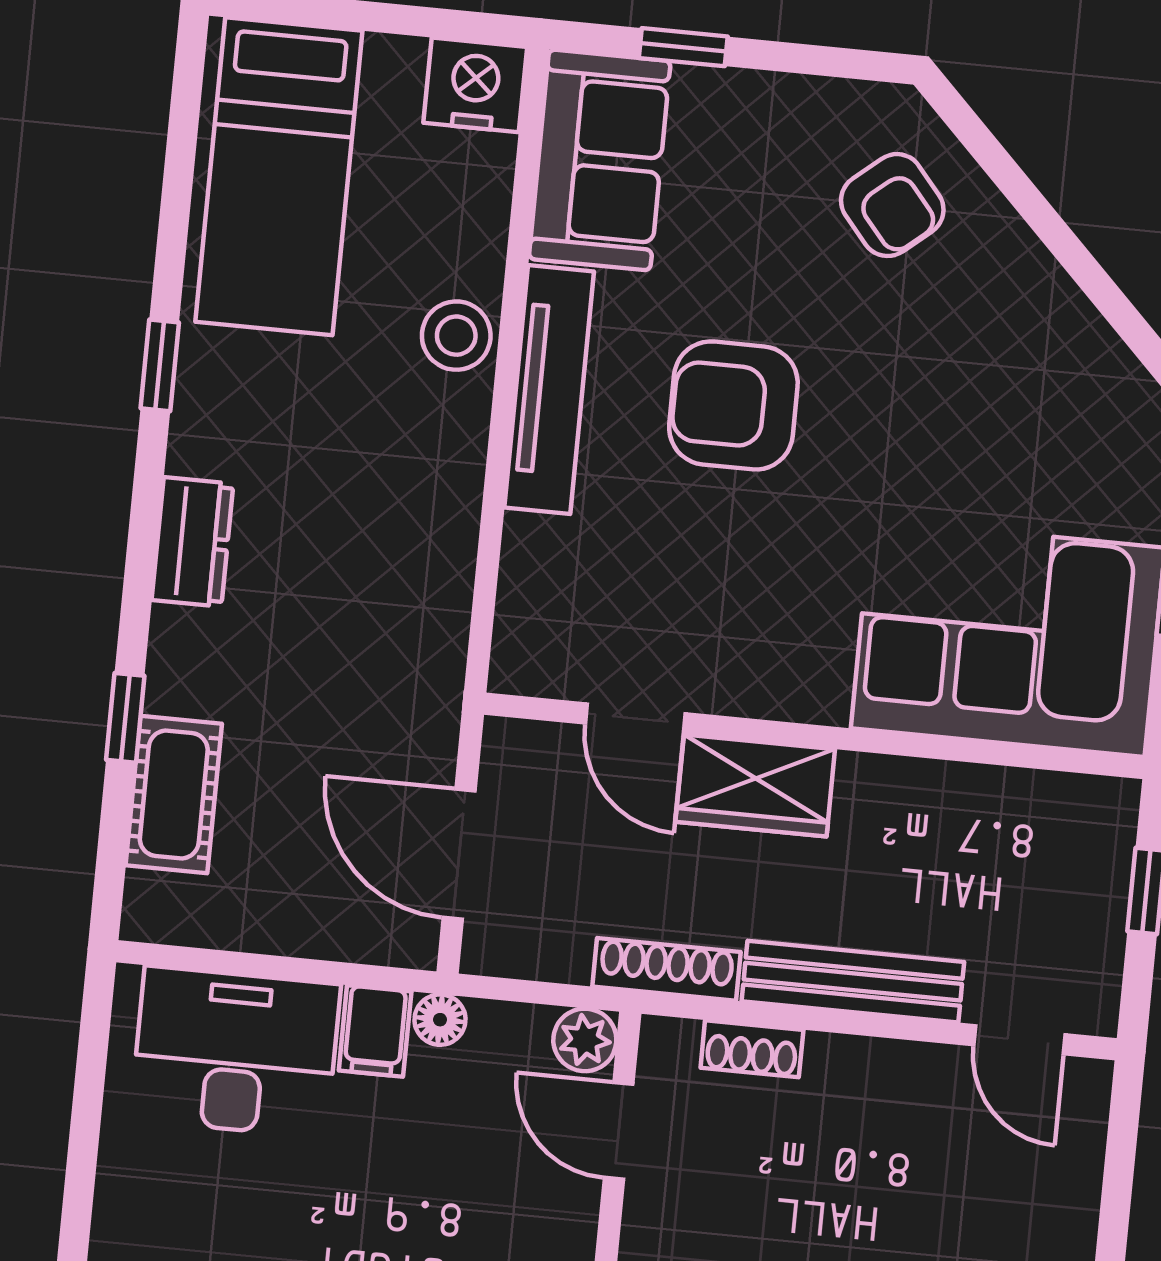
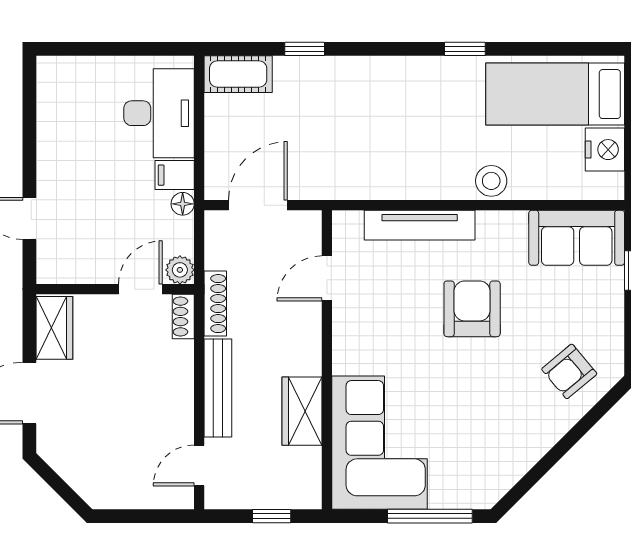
nightstand: (475, 85) -> (605, 150), moved
tv unit: (549, 389) -> (420, 225), moved
dresser: (192, 542) -> (387, 71), removed
wardrobe: (755, 785) -> (302, 411), moved
cot: (174, 794) -> (238, 74), moved
shoe rack: (752, 1049) -> (183, 317), moved

